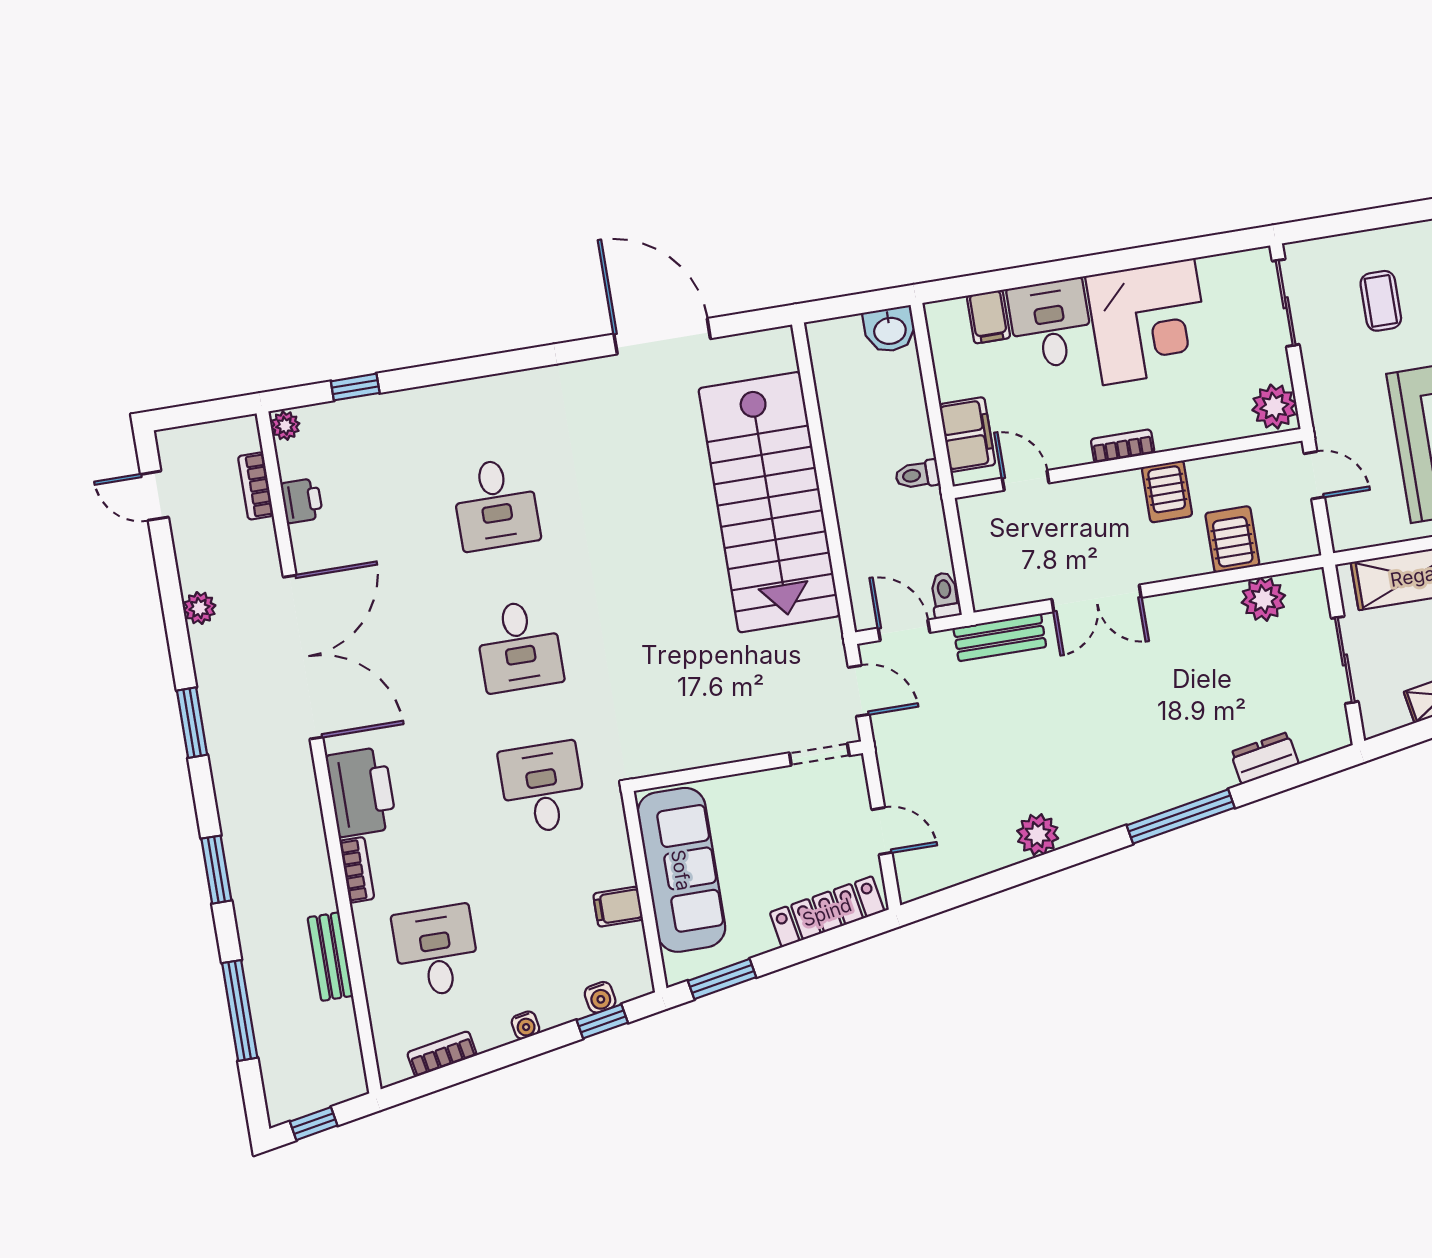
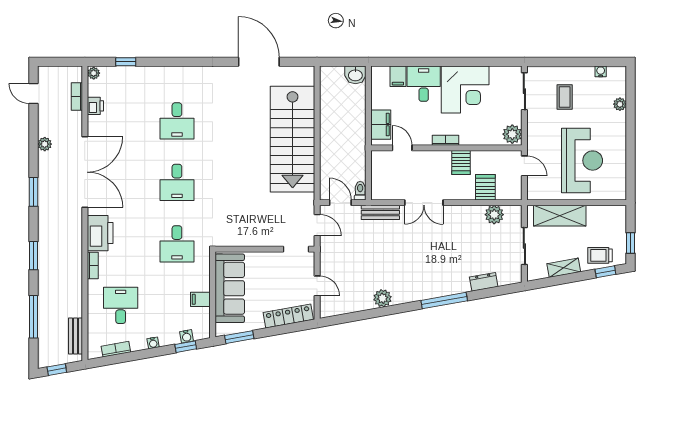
toilet: (917, 475) -> (357, 138), removed
desk: (543, 788) -> (177, 244), turned 180
bench: (330, 957) -> (76, 336), moved

